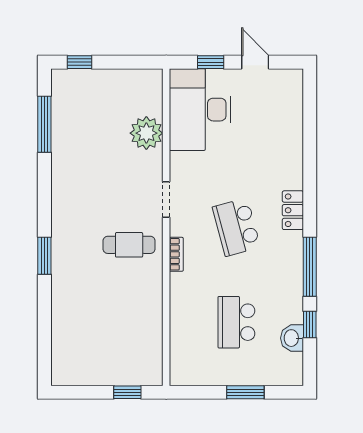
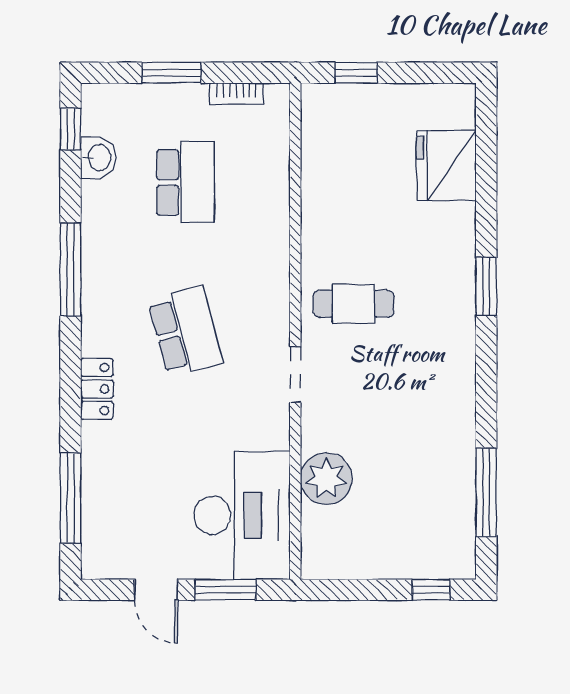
window: (211, 62) -> (226, 590), width x1.50
window: (310, 121) -> (71, 498), added
locker: (293, 210) -> (97, 389), moved
bookcase: (176, 254) -> (237, 94), moved, turned -90
window: (310, 324) -> (71, 129), moved
fridge: (70, 333) -> (446, 166), added

